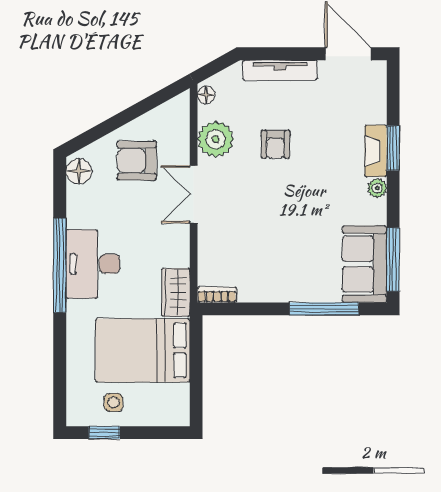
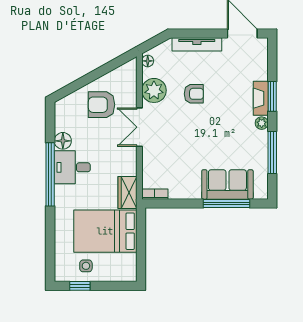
armchair: (275, 144) -> (194, 94), turned -90
floor lamp: (79, 171) -> (63, 141), moved
window: (393, 260) -> (272, 153), moved
desk: (93, 264) -> (72, 167), width x0.73
sofa: (365, 264) -> (227, 184), moved, turned 90

